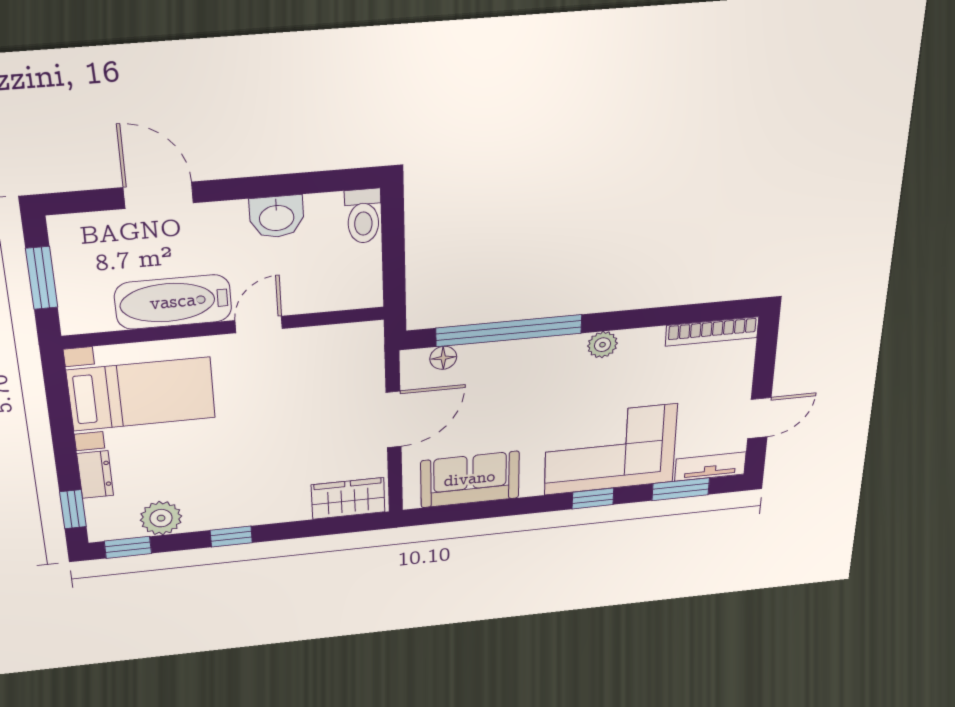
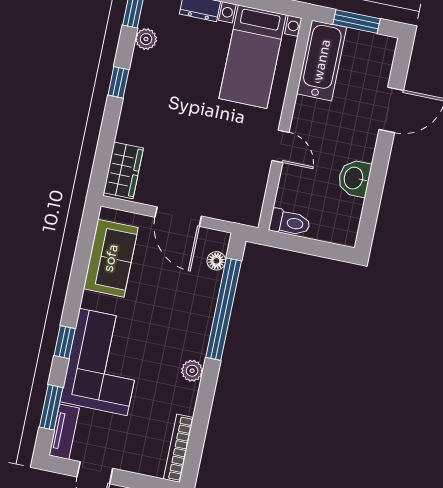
toilet: (363, 216) -> (290, 223), moved, turned 180
bathtub: (173, 302) -> (322, 60), moved
plant: (161, 518) -> (146, 39), width x0.73, depth x0.73

